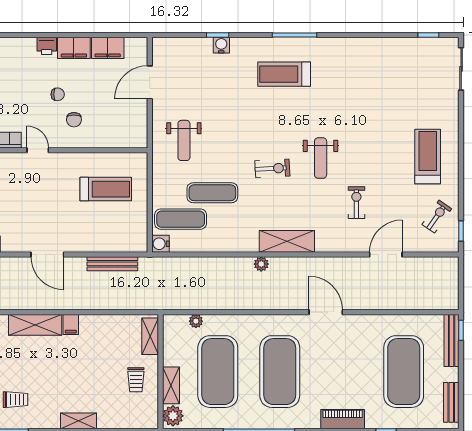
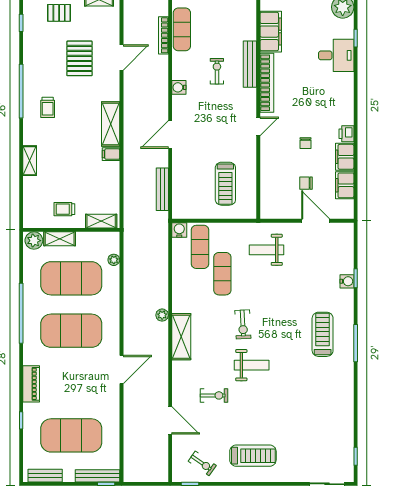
chair: (74, 120) -> (306, 183), moved
weight bench: (321, 158) -> (252, 365), turned 180

